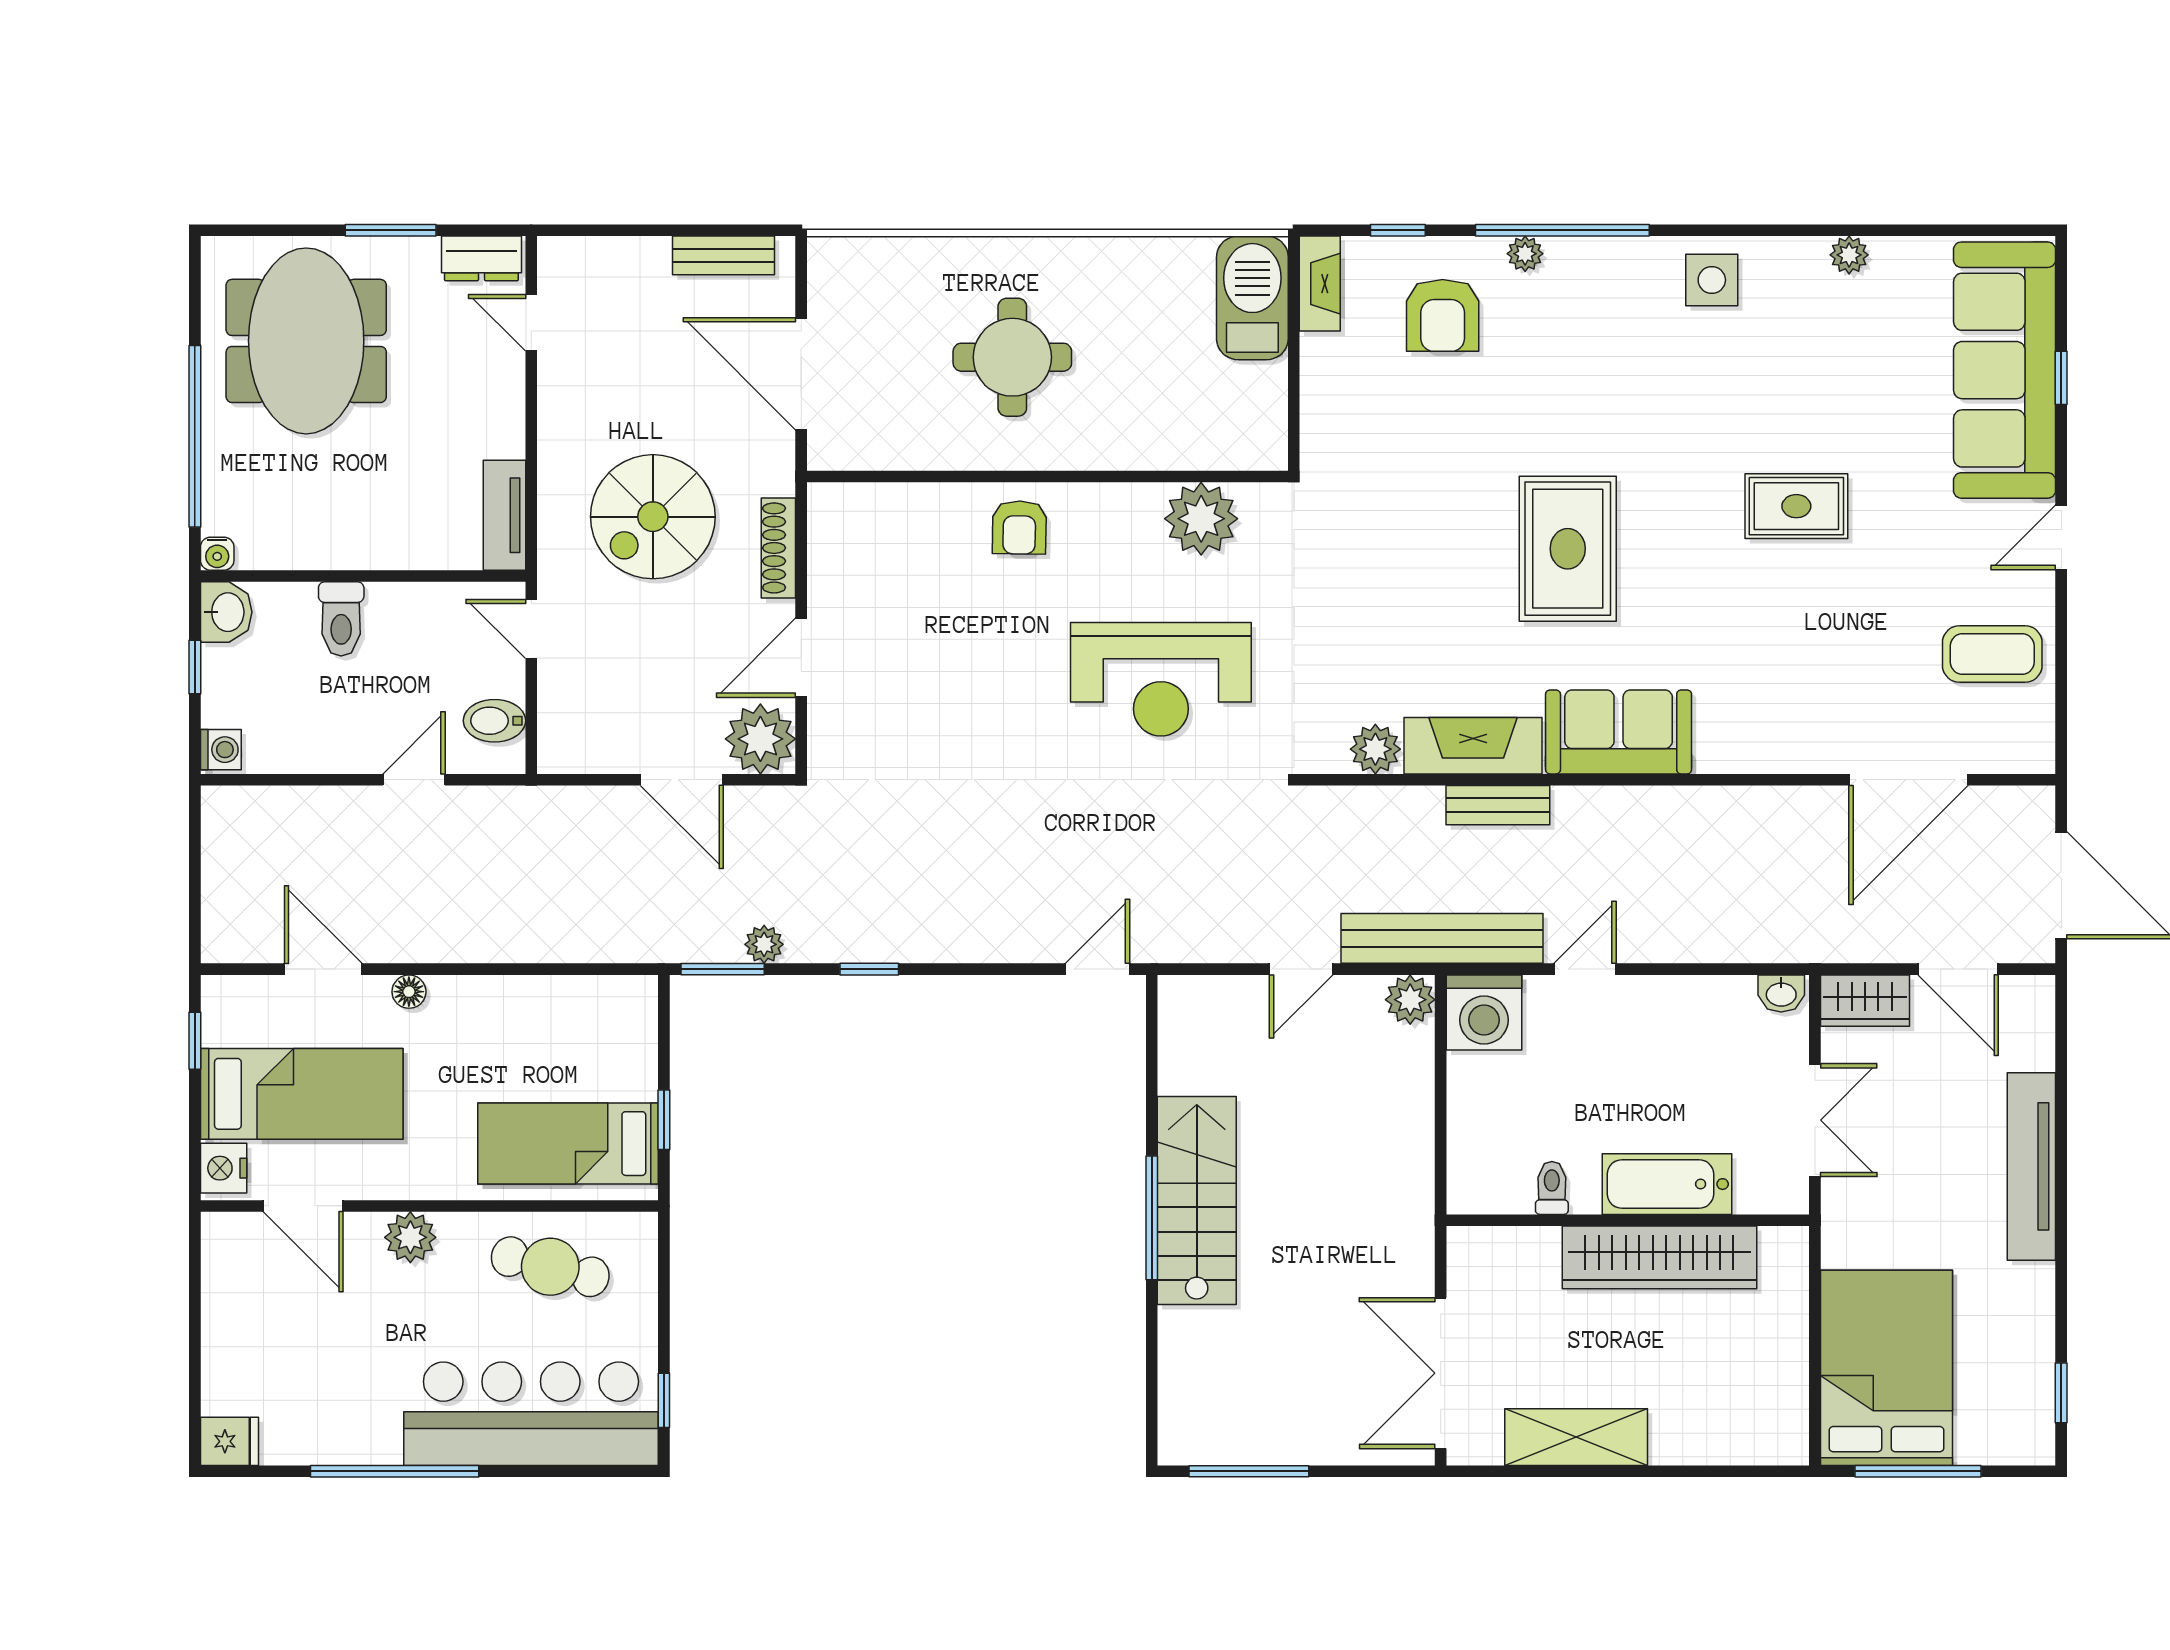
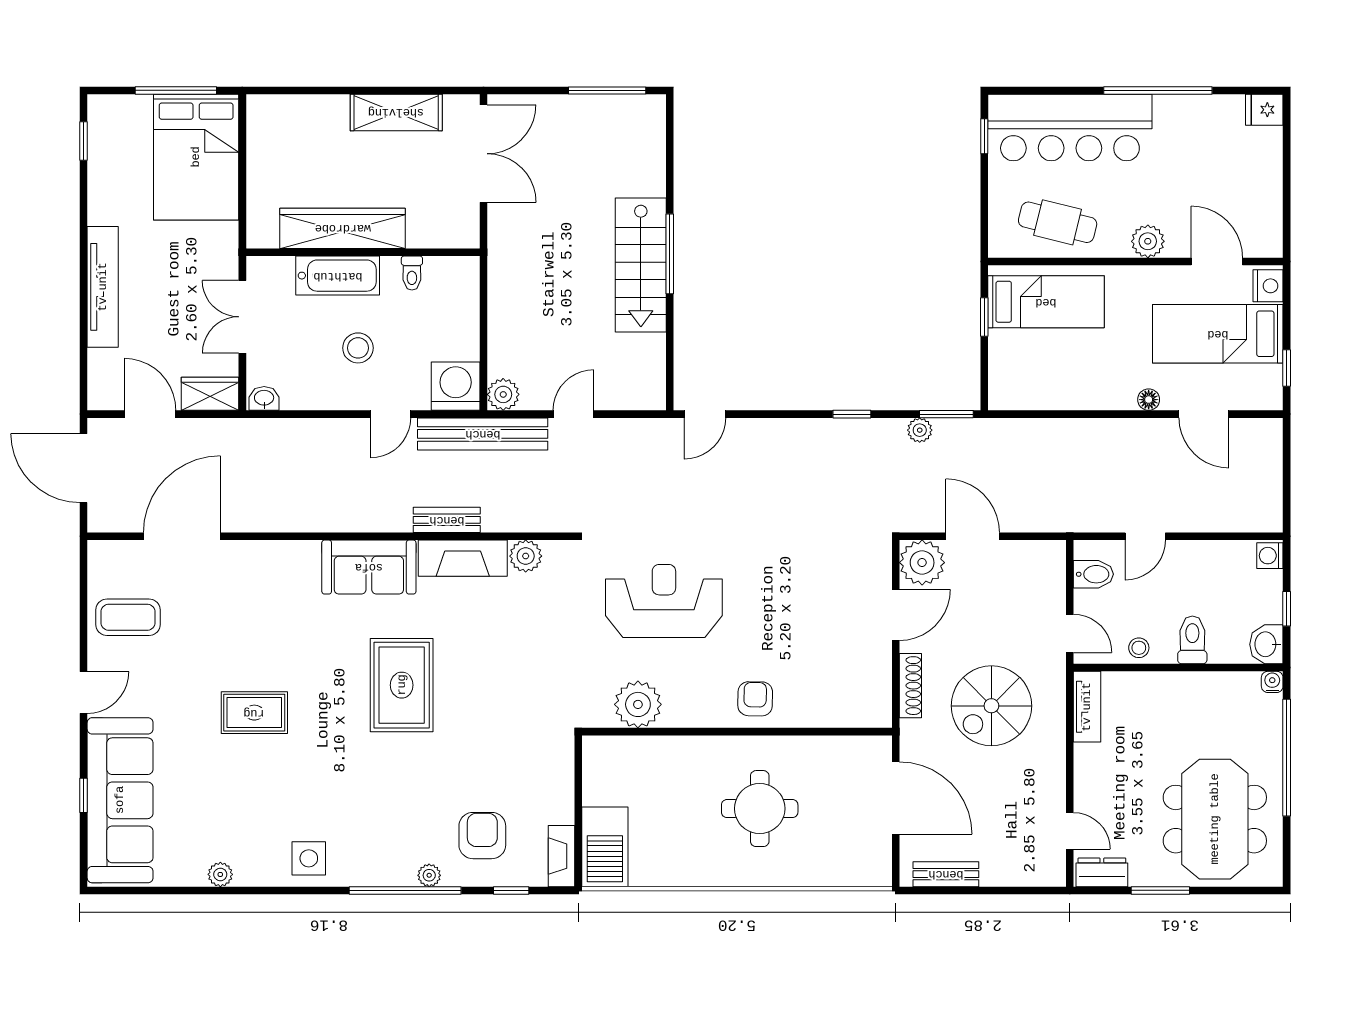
spiral stairs: (653, 517) -> (991, 706), turned 180
stool: (424, 607) -> (1139, 648), added
stool: (1635, 1072) -> (358, 348), added

